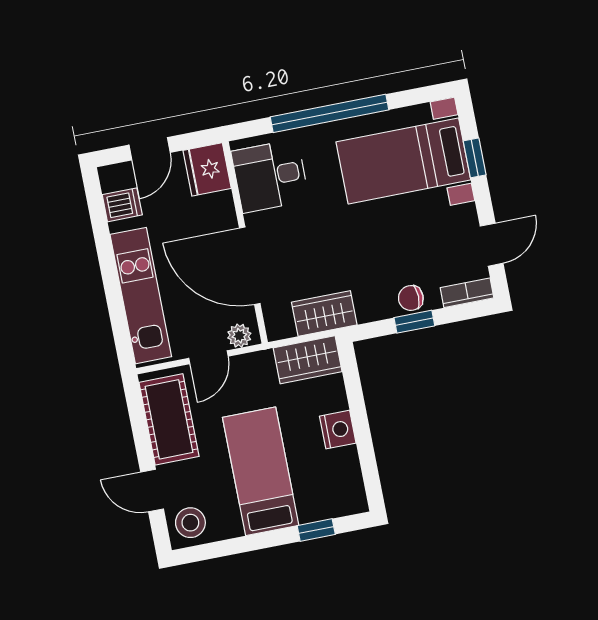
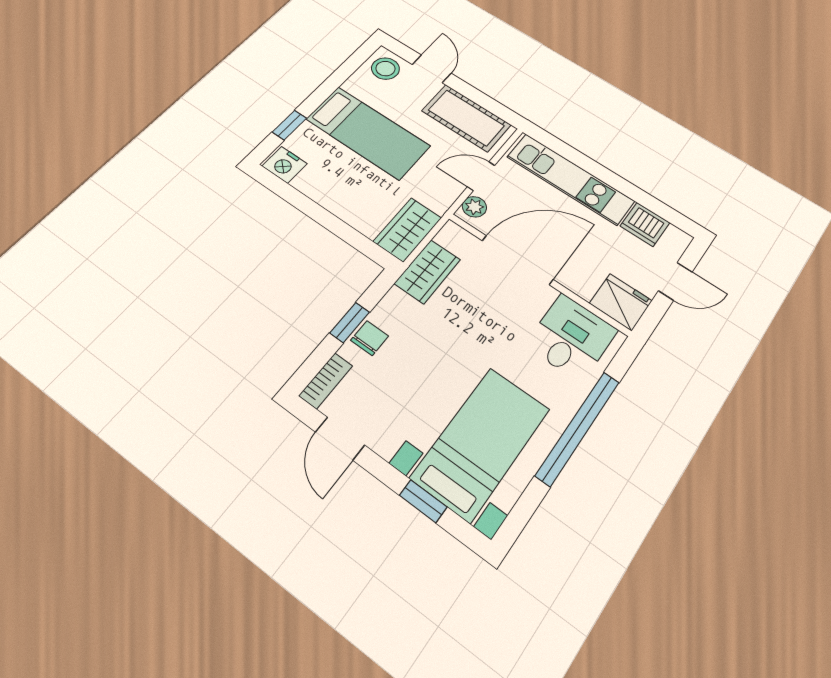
door: (150, 149) -> (675, 281), swing flipped
dishwasher: (122, 205) -> (645, 224), width x1.38
door: (208, 357) -> (481, 176), hinge flipped
nightstand: (338, 430) -> (285, 165), moved
door: (152, 491) -> (432, 69), hinge flipped

